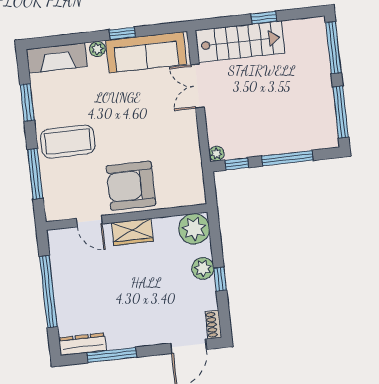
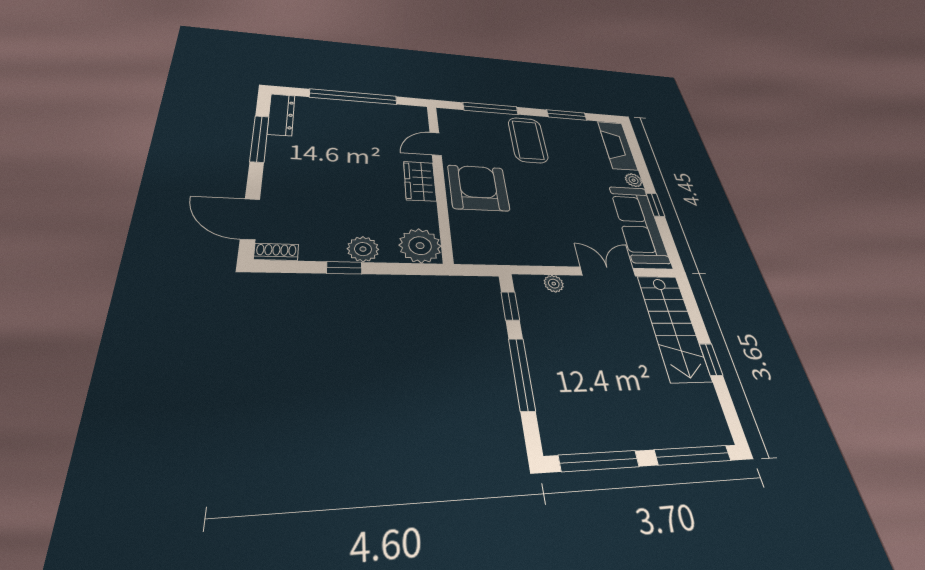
plant: (216, 154) -> (554, 284), moved

